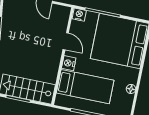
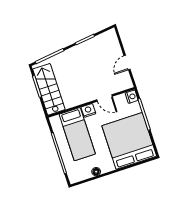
door: (66, 41) -> (104, 98), hinge flipped

